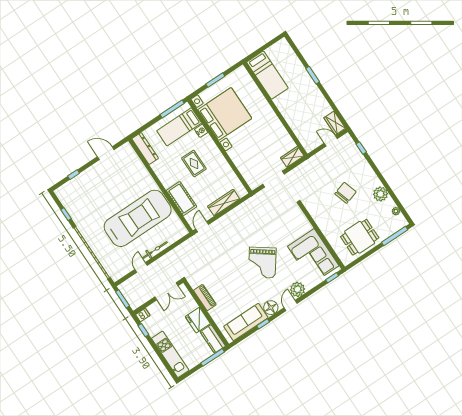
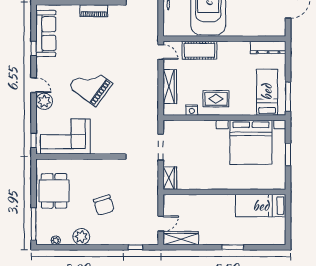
wardrobe: (335, 123) -> (181, 238), width x1.50
nightstand: (201, 131) -> (192, 110), moved
rug: (194, 163) -> (216, 99), moved
floor lamp: (271, 308) -> (44, 66), removed

